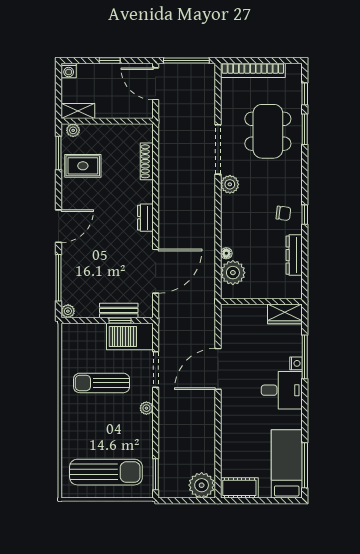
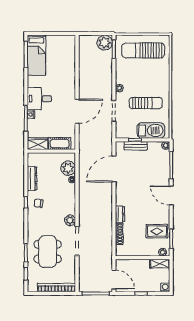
dresser: (145, 218) -> (120, 214), moved
door: (59, 226) -> (171, 196), hinge flipped
barbecue: (130, 336) -> (151, 130), moved
plant: (202, 485) -> (105, 43), moved
cot: (239, 488) -> (60, 144), moved

